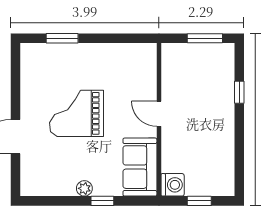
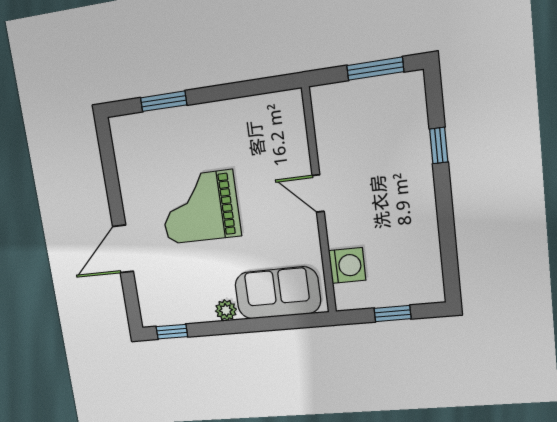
sofa: (140, 167) -> (278, 293), moved, turned 90
washing machine: (173, 185) -> (347, 265), moved
window: (102, 201) -> (172, 332), moved

